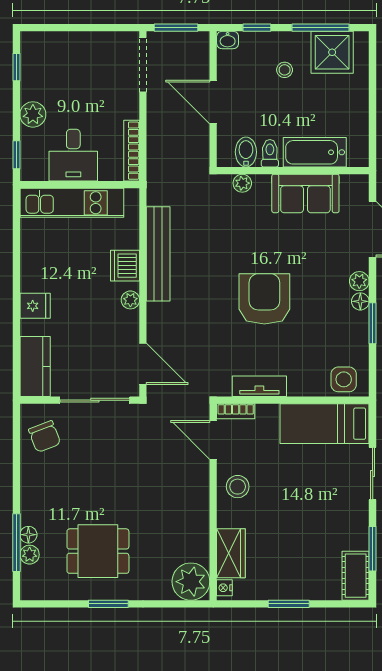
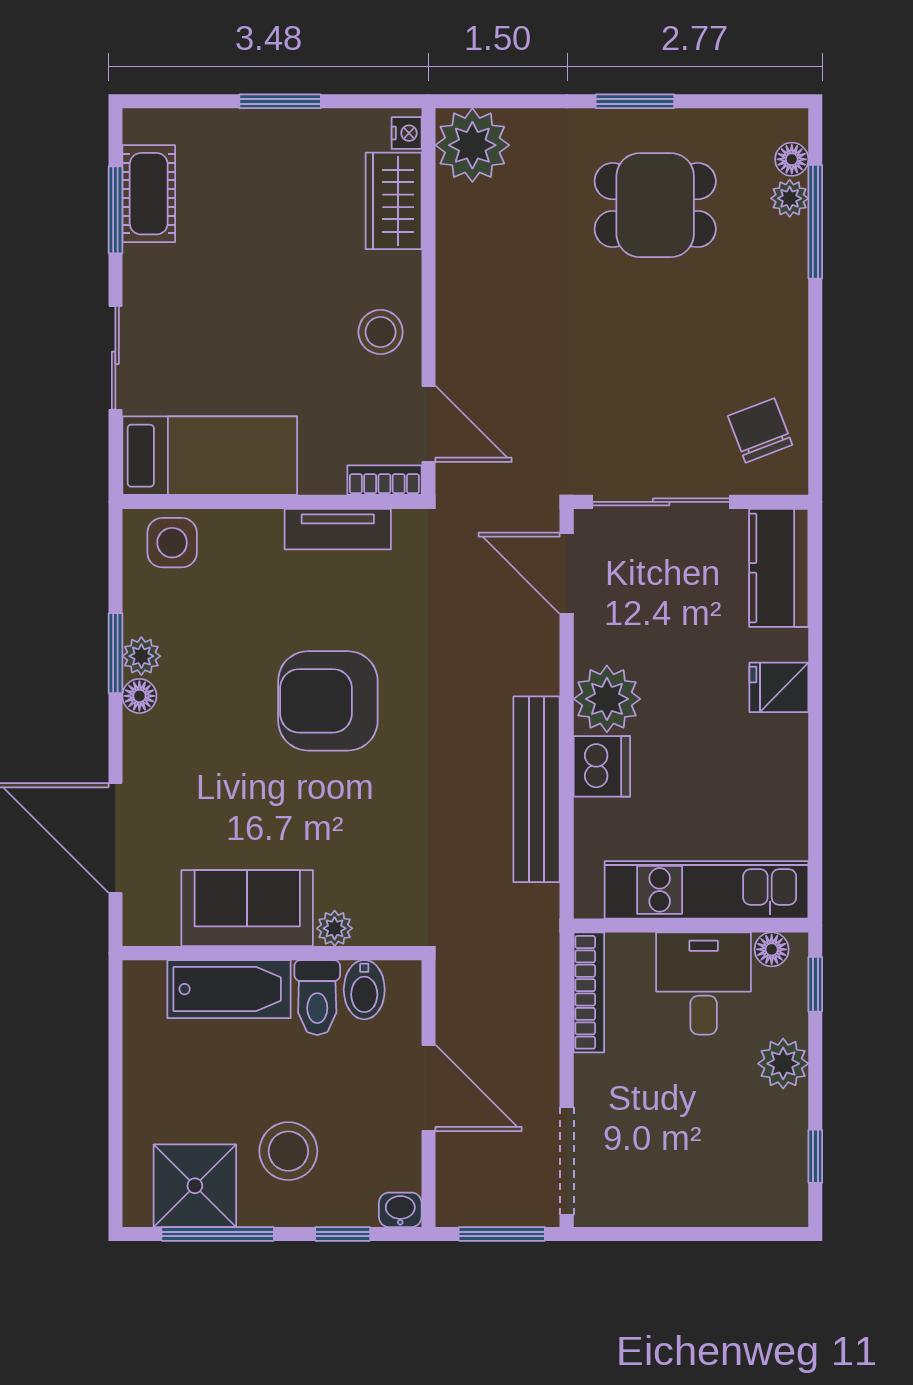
stool: (285, 70) -> (288, 1151), width x1.89, depth x1.89
toilet: (270, 153) -> (317, 998), width x1.37, depth x1.39
floor lamp: (39, 172) -> (772, 949), added
plant: (242, 183) -> (335, 928), moved
plant: (359, 281) -> (141, 656), moved
armchair: (264, 299) -> (328, 701), turned 90
plant: (130, 300) -> (607, 699), width x1.88, depth x1.88
floor lamp: (28, 535) -> (792, 159), moved
cot: (356, 576) -> (149, 194), moved

